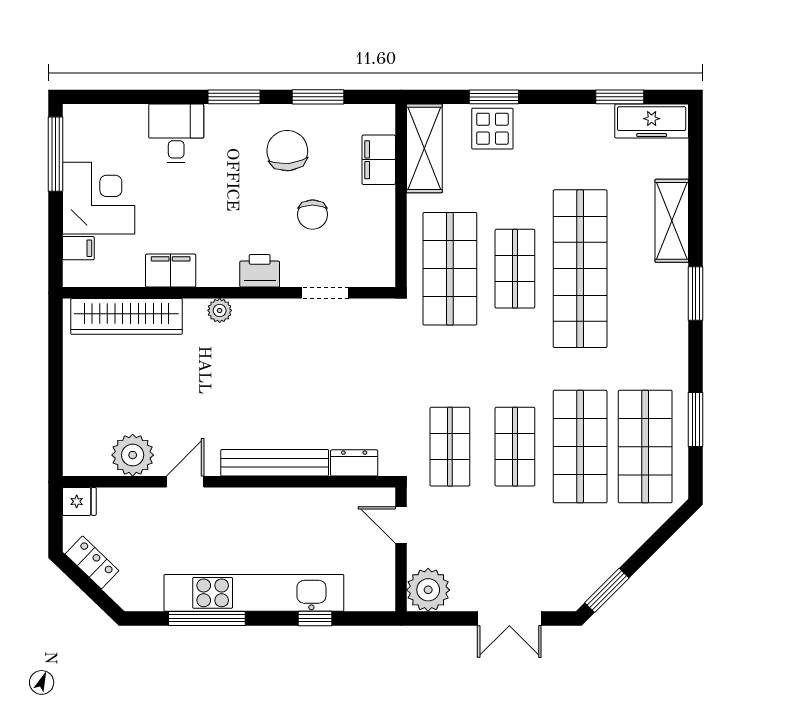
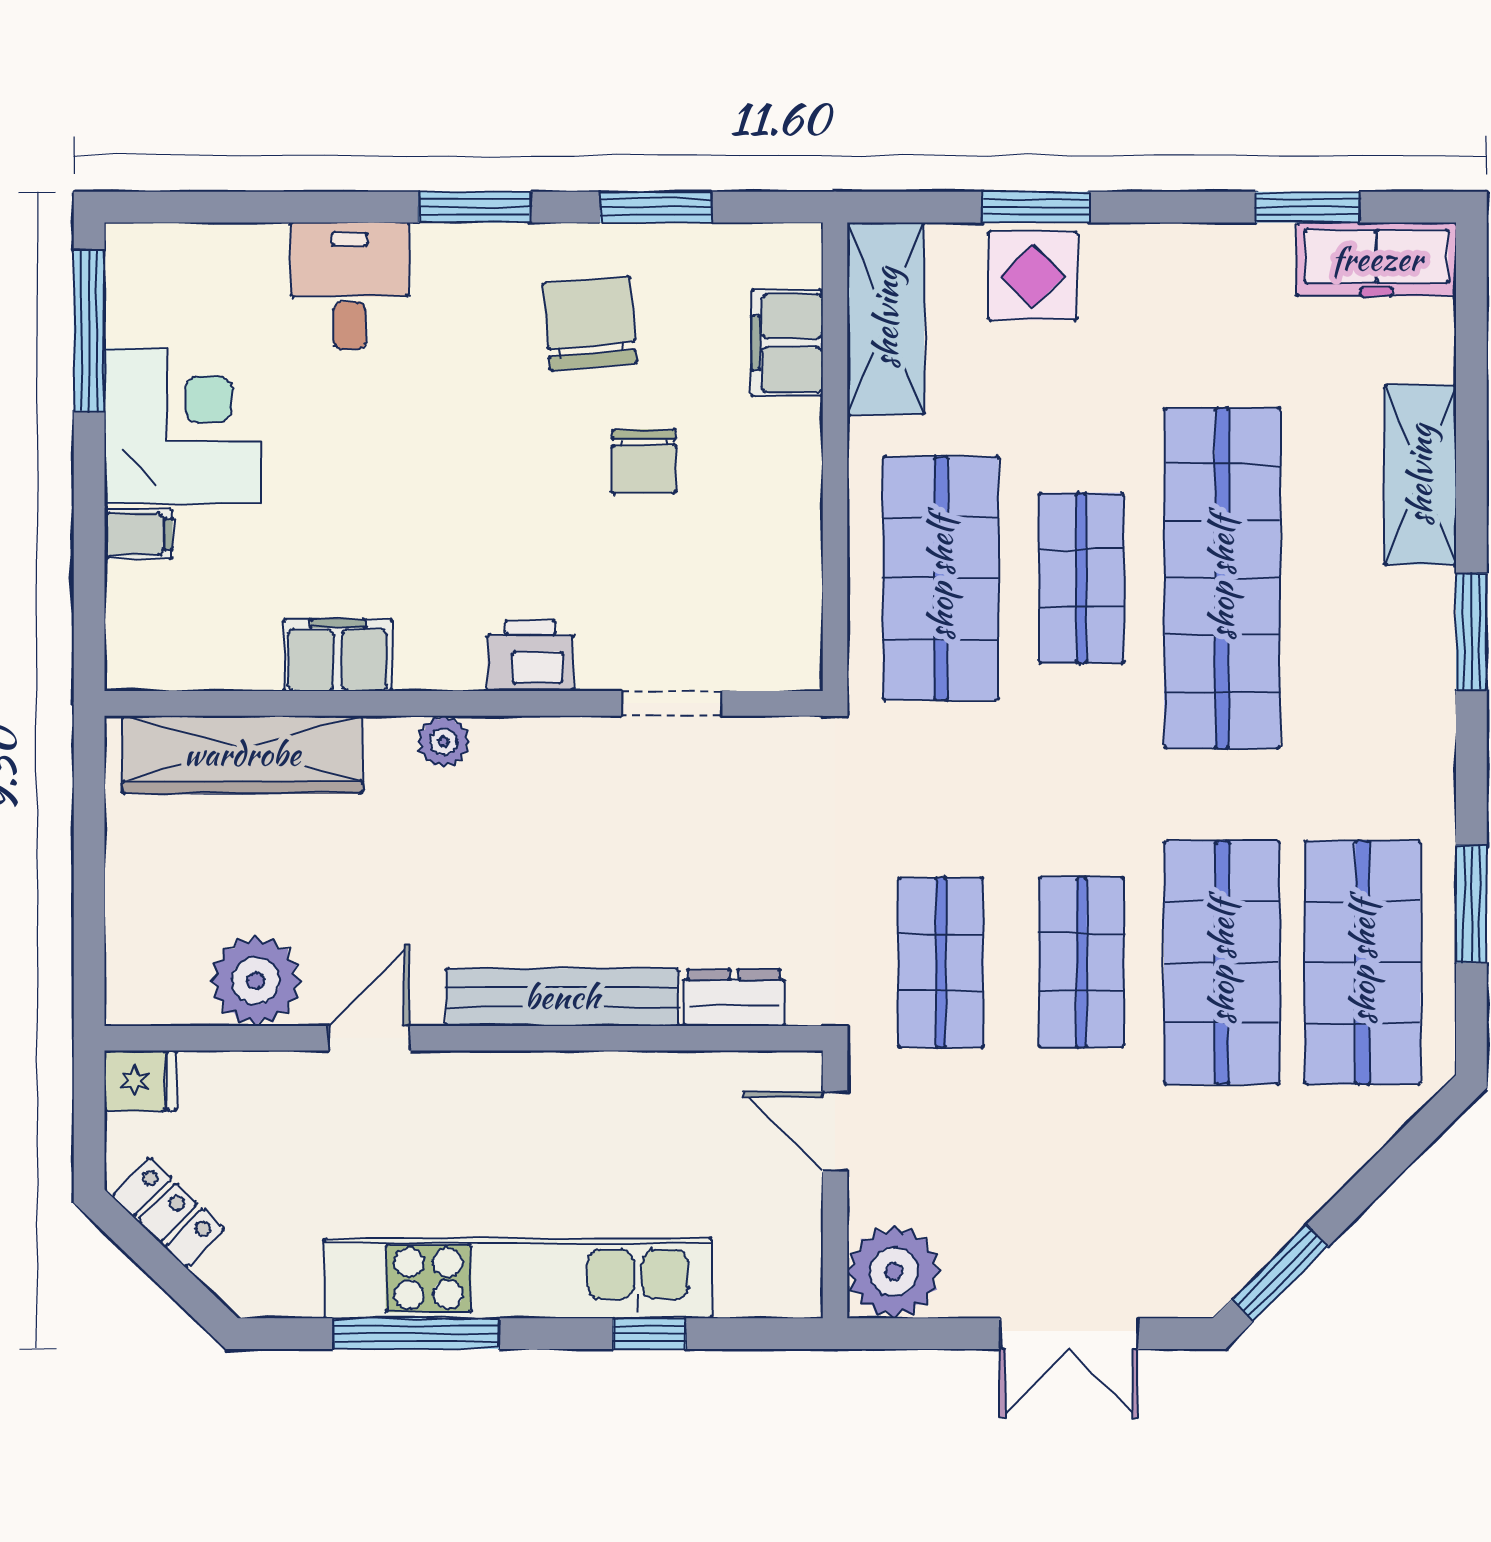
filing cabinet: (171, 271) -> (338, 655), moved
printer: (260, 271) -> (530, 656), moved
wall: (229, 293) -> (464, 703), moved
doorway: (325, 293) -> (672, 703), moved
plant: (220, 310) -> (443, 742), moved
wardrobe: (126, 316) -> (242, 754), moved

